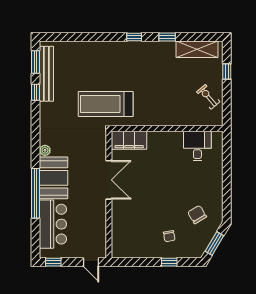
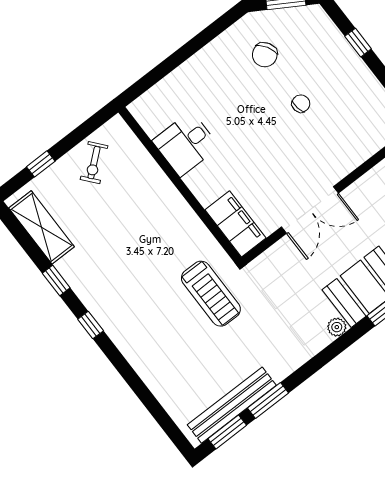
window: (36, 92) -> (268, 400), width x1.50
treadmill: (106, 104) -> (211, 294), width x0.73, depth x0.73
desk: (197, 146) -> (186, 144), moved
double door: (109, 180) -> (310, 210), swing flipped
chair: (169, 236) -> (301, 104), moved

